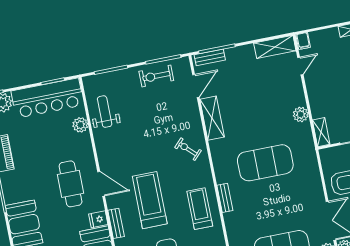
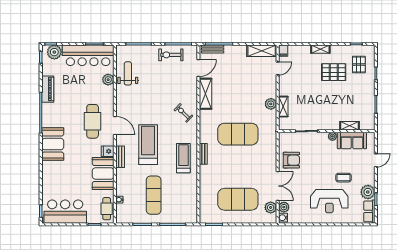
shelving: (321, 132) -> (283, 107), moved

